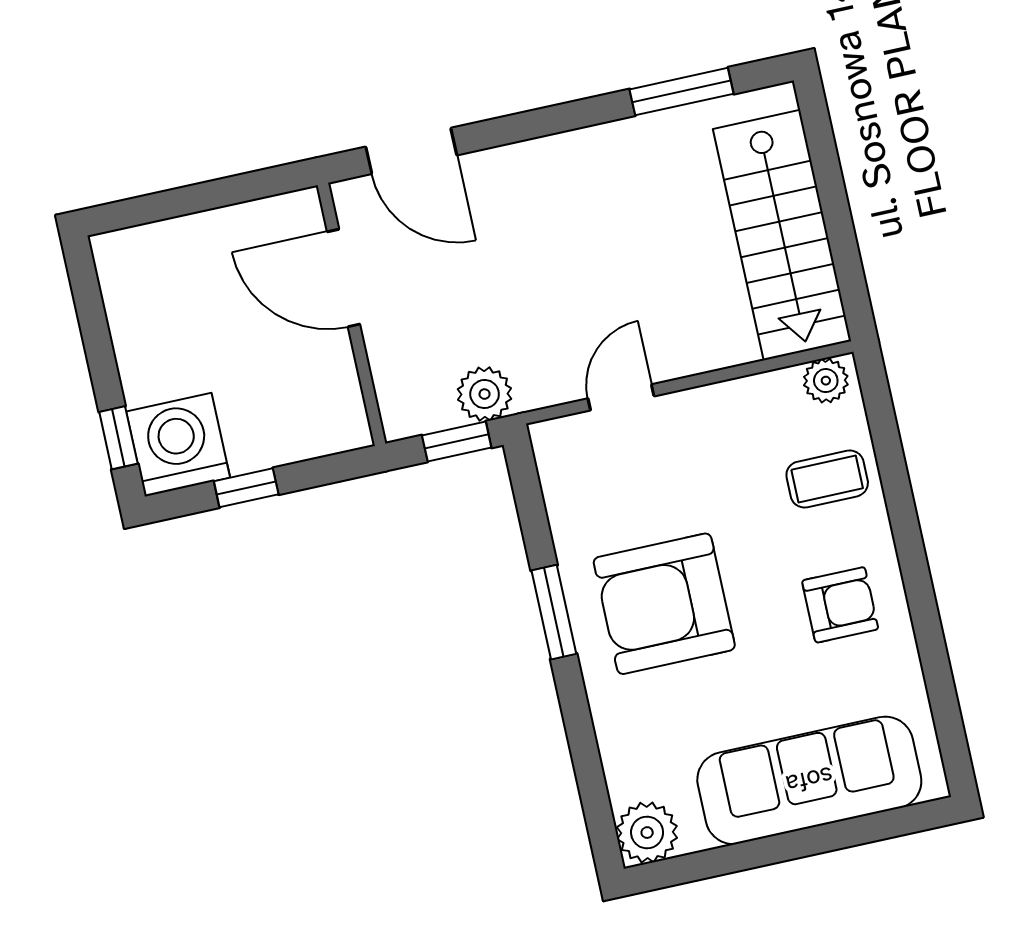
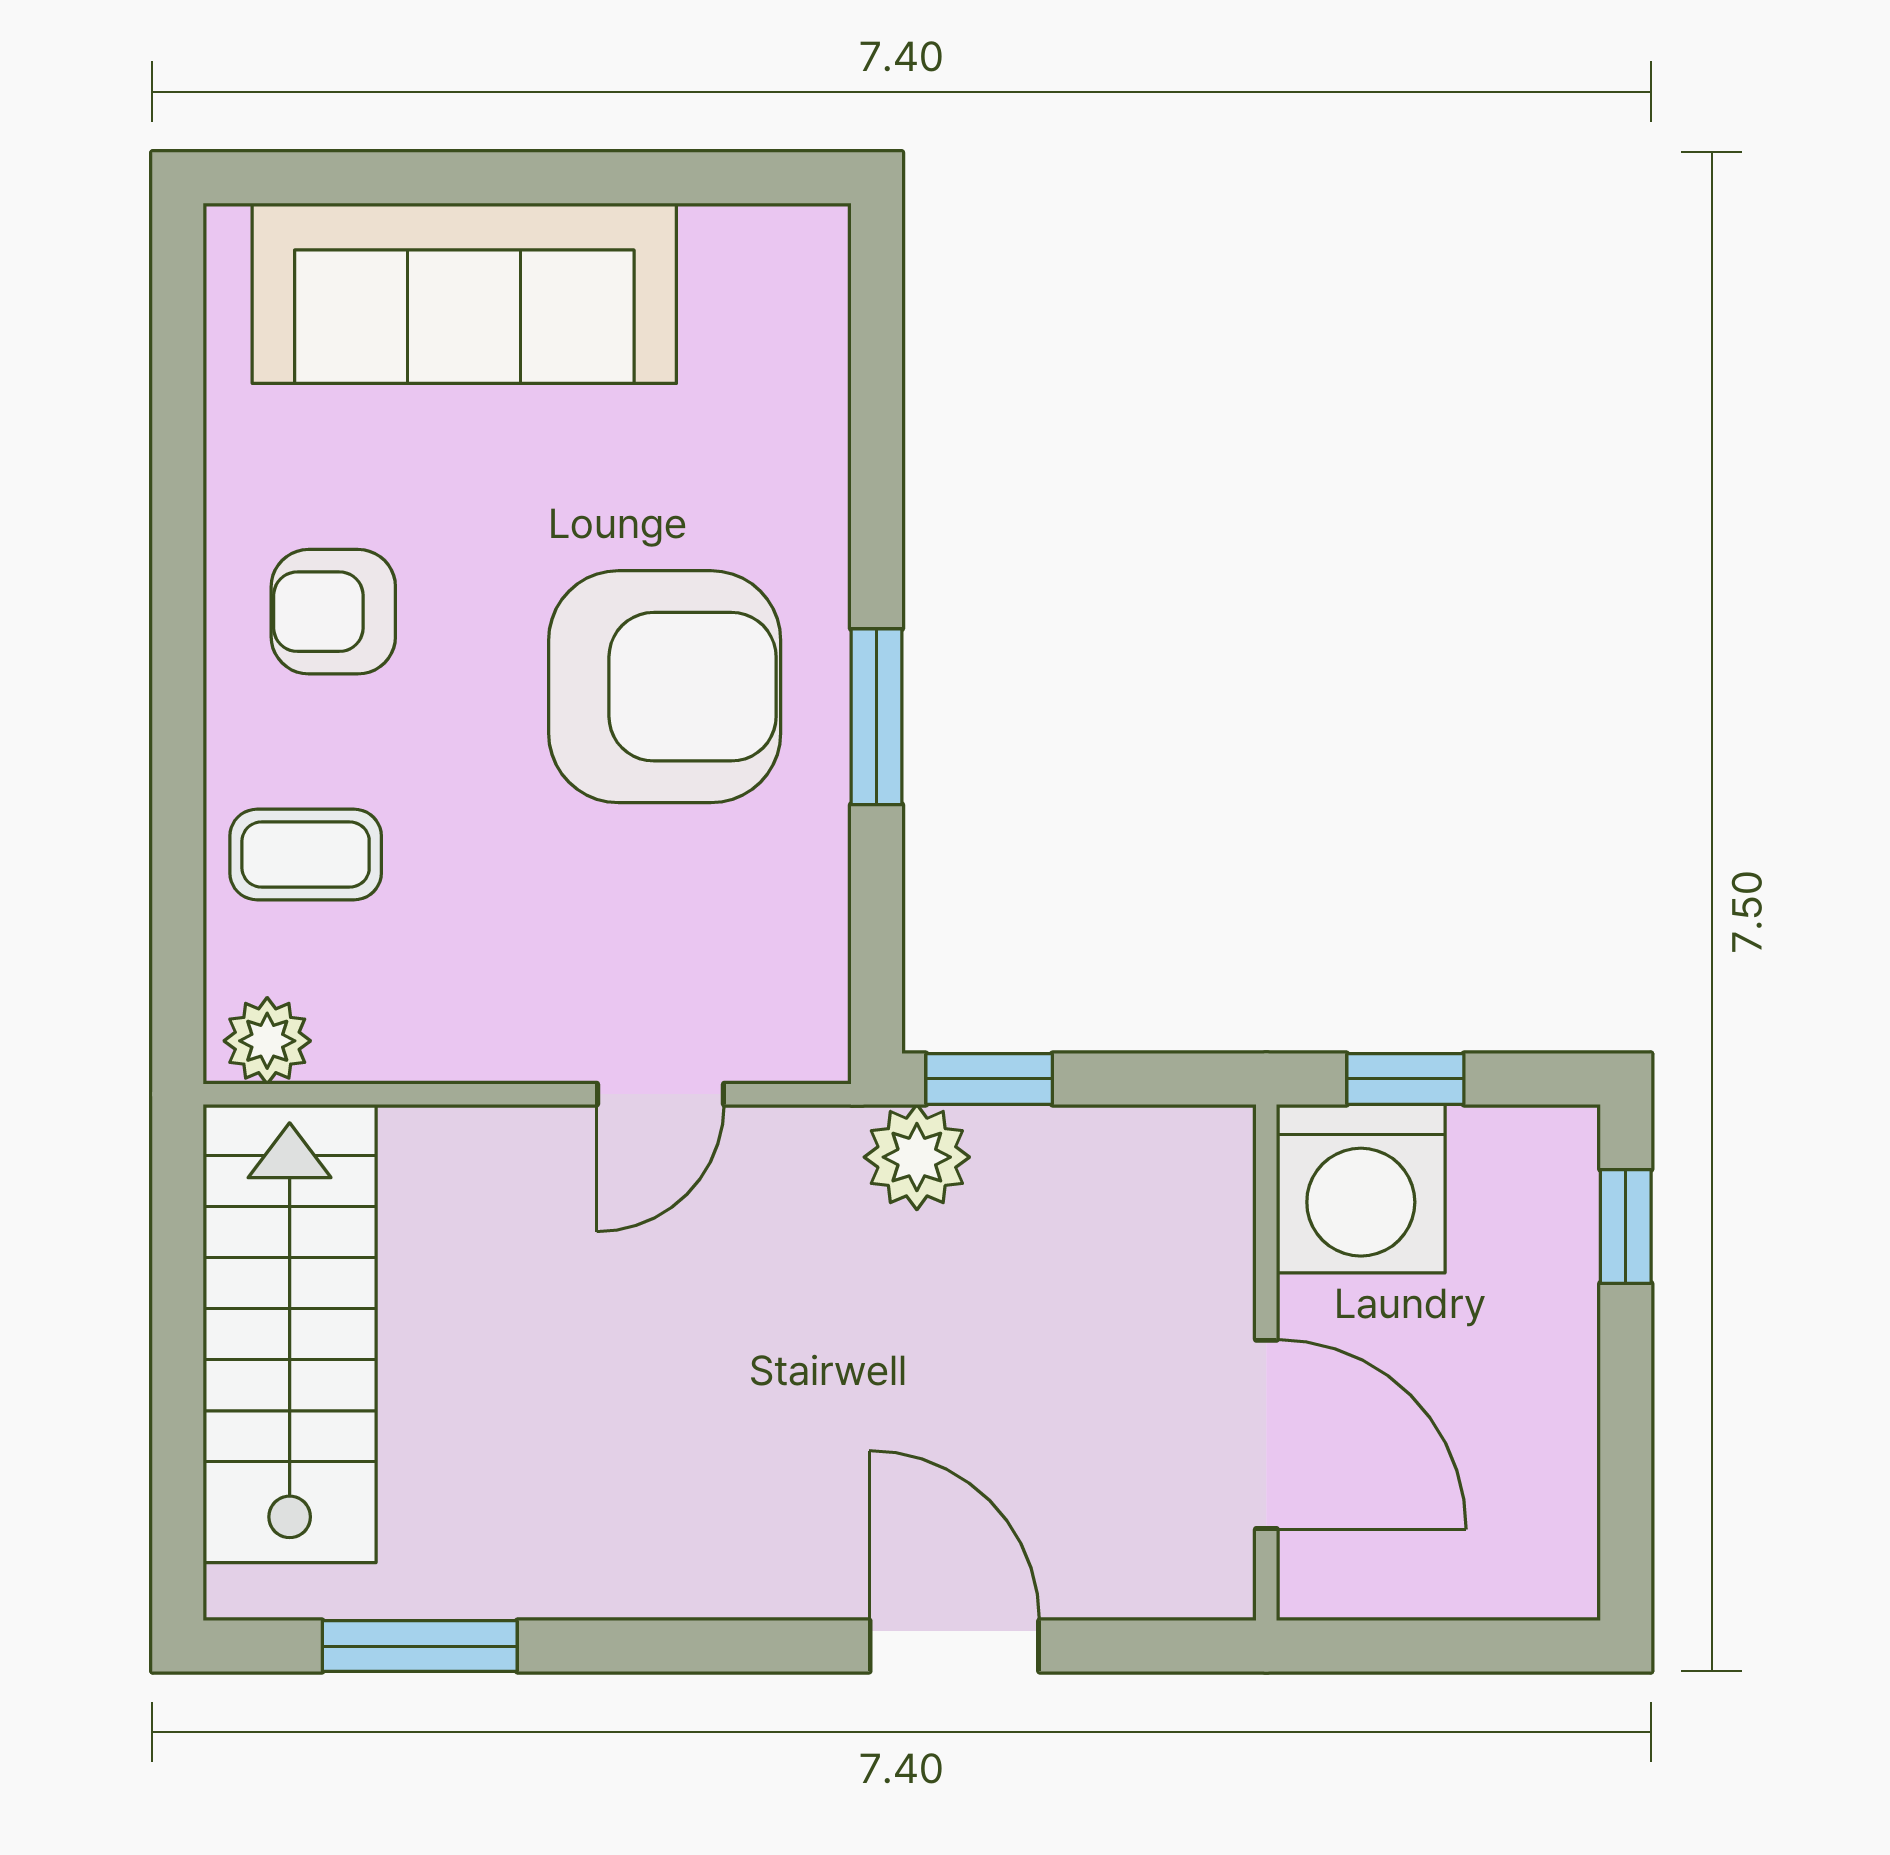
door: (344, 278) -> (1266, 1434), moved
wall: (352, 314) -> (1266, 1363), moved
washing machine: (178, 445) -> (1361, 1189), moved
plant: (647, 833) -> (792, 262), removed

